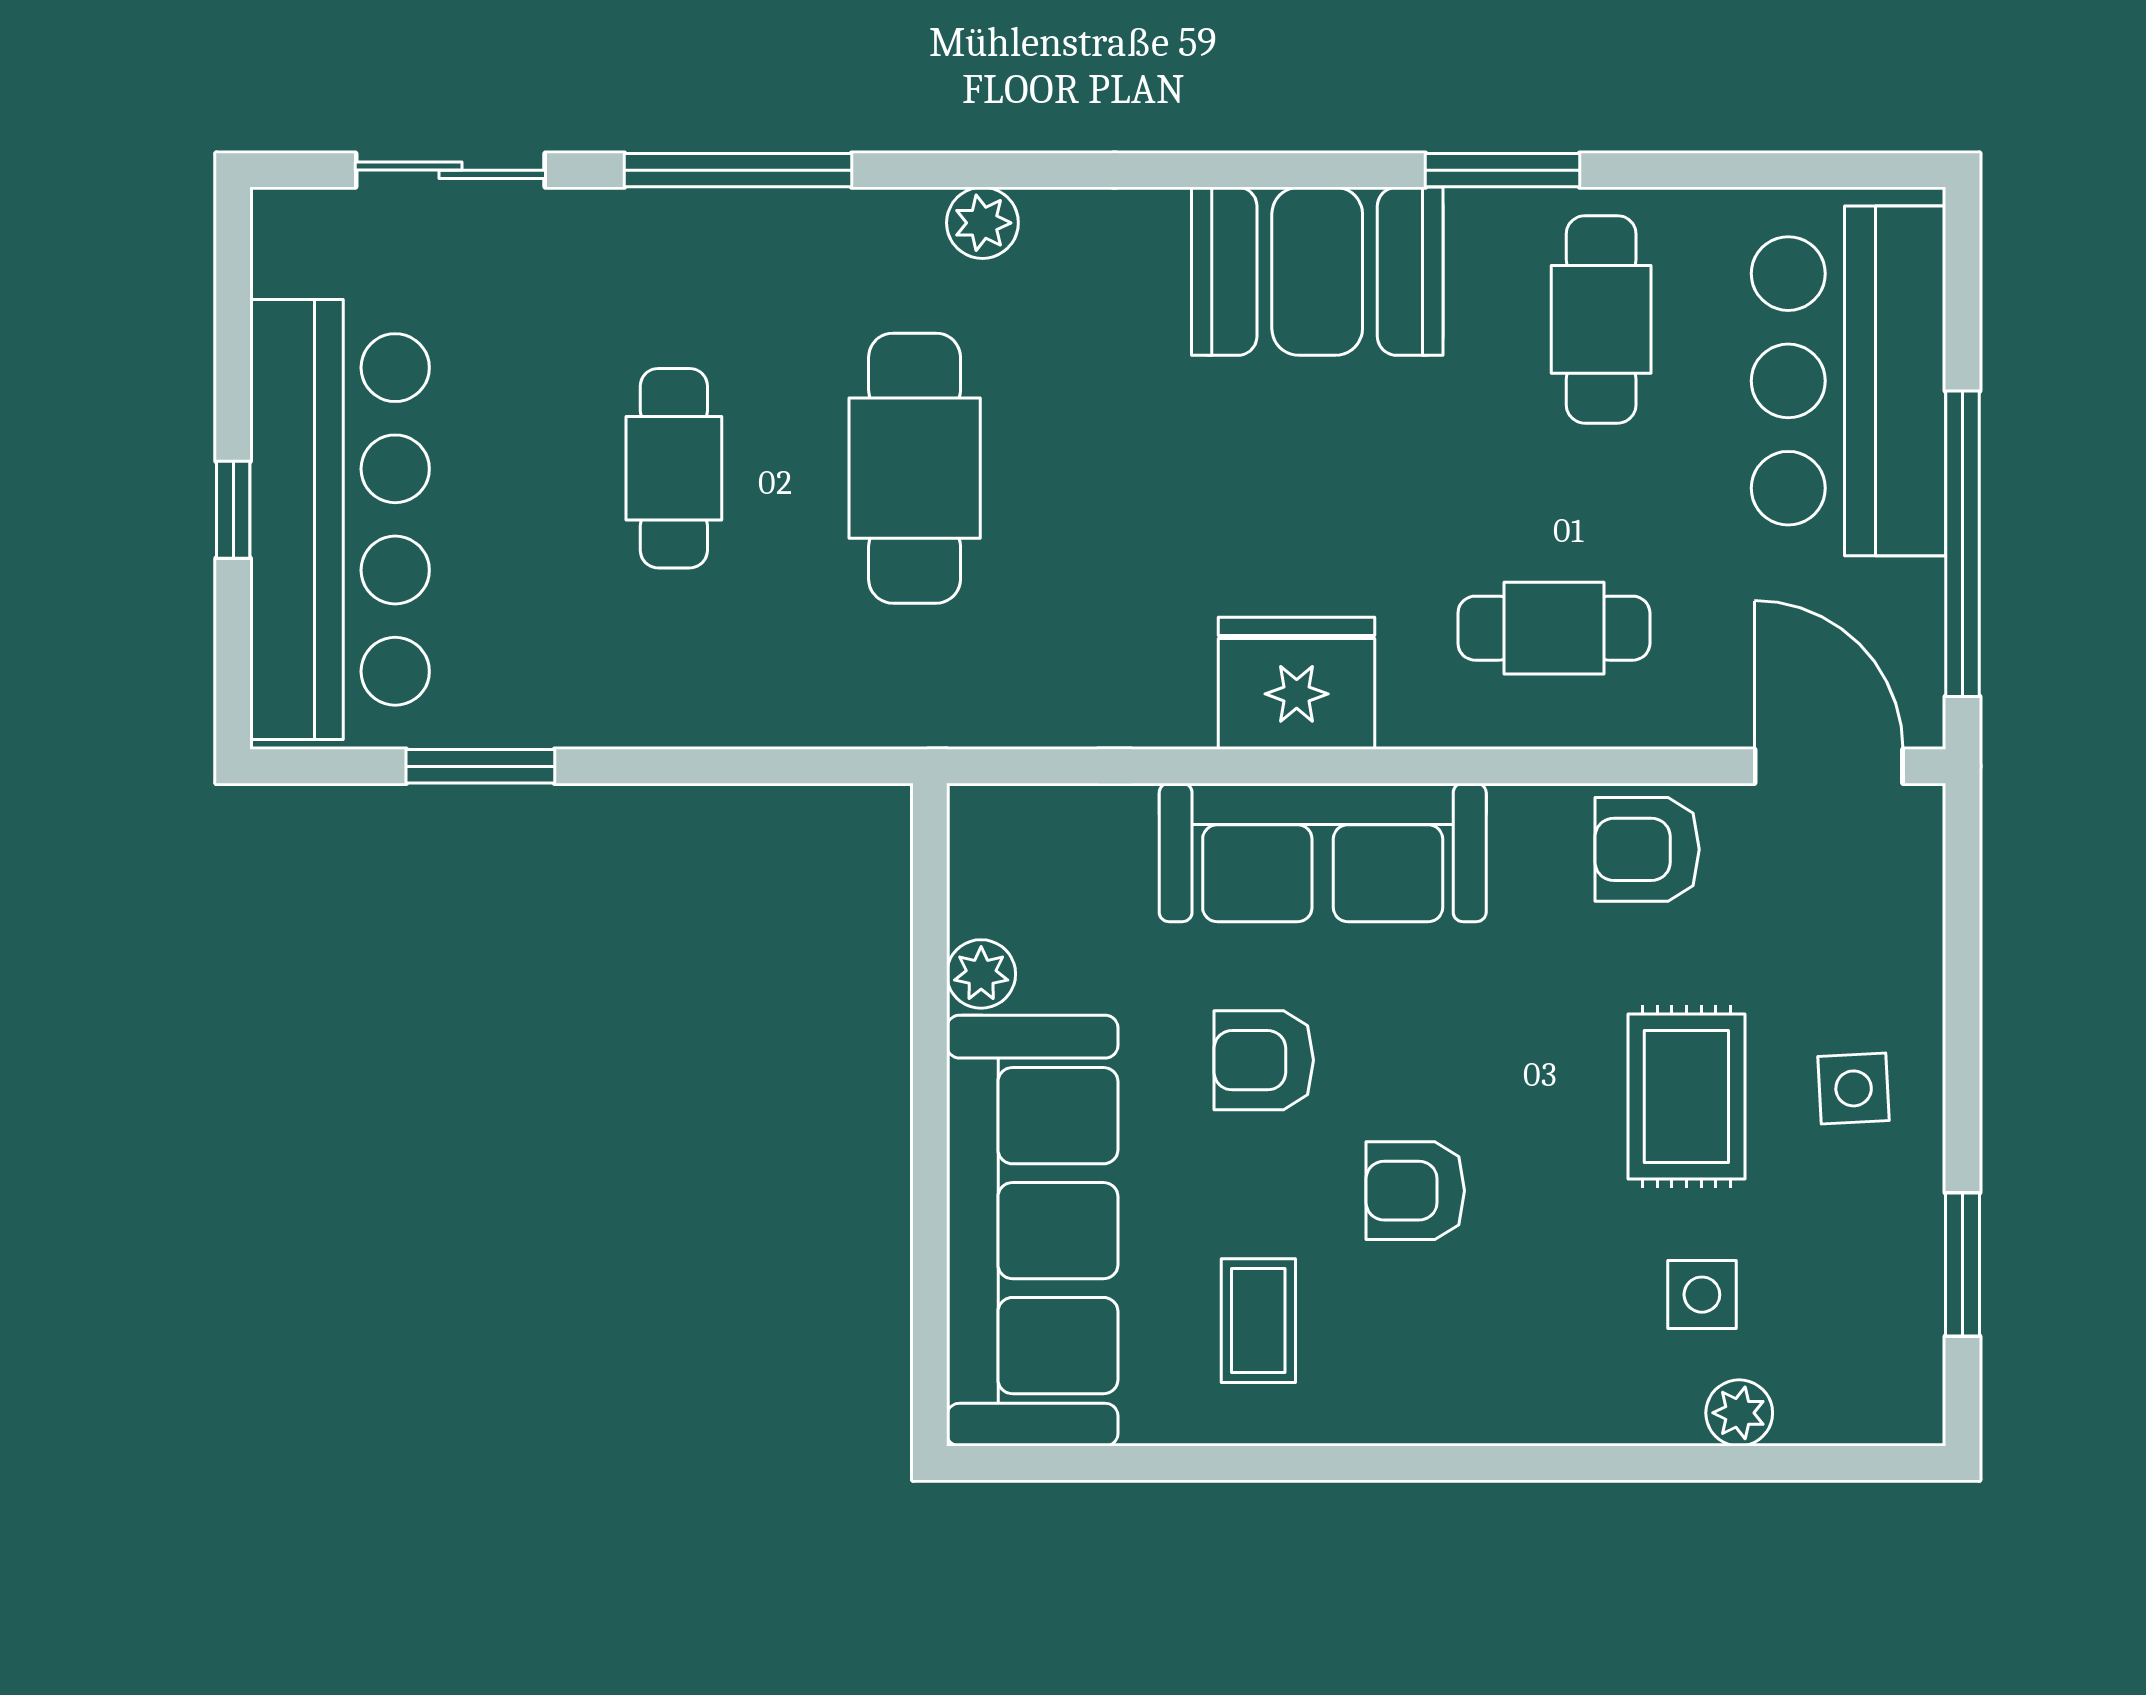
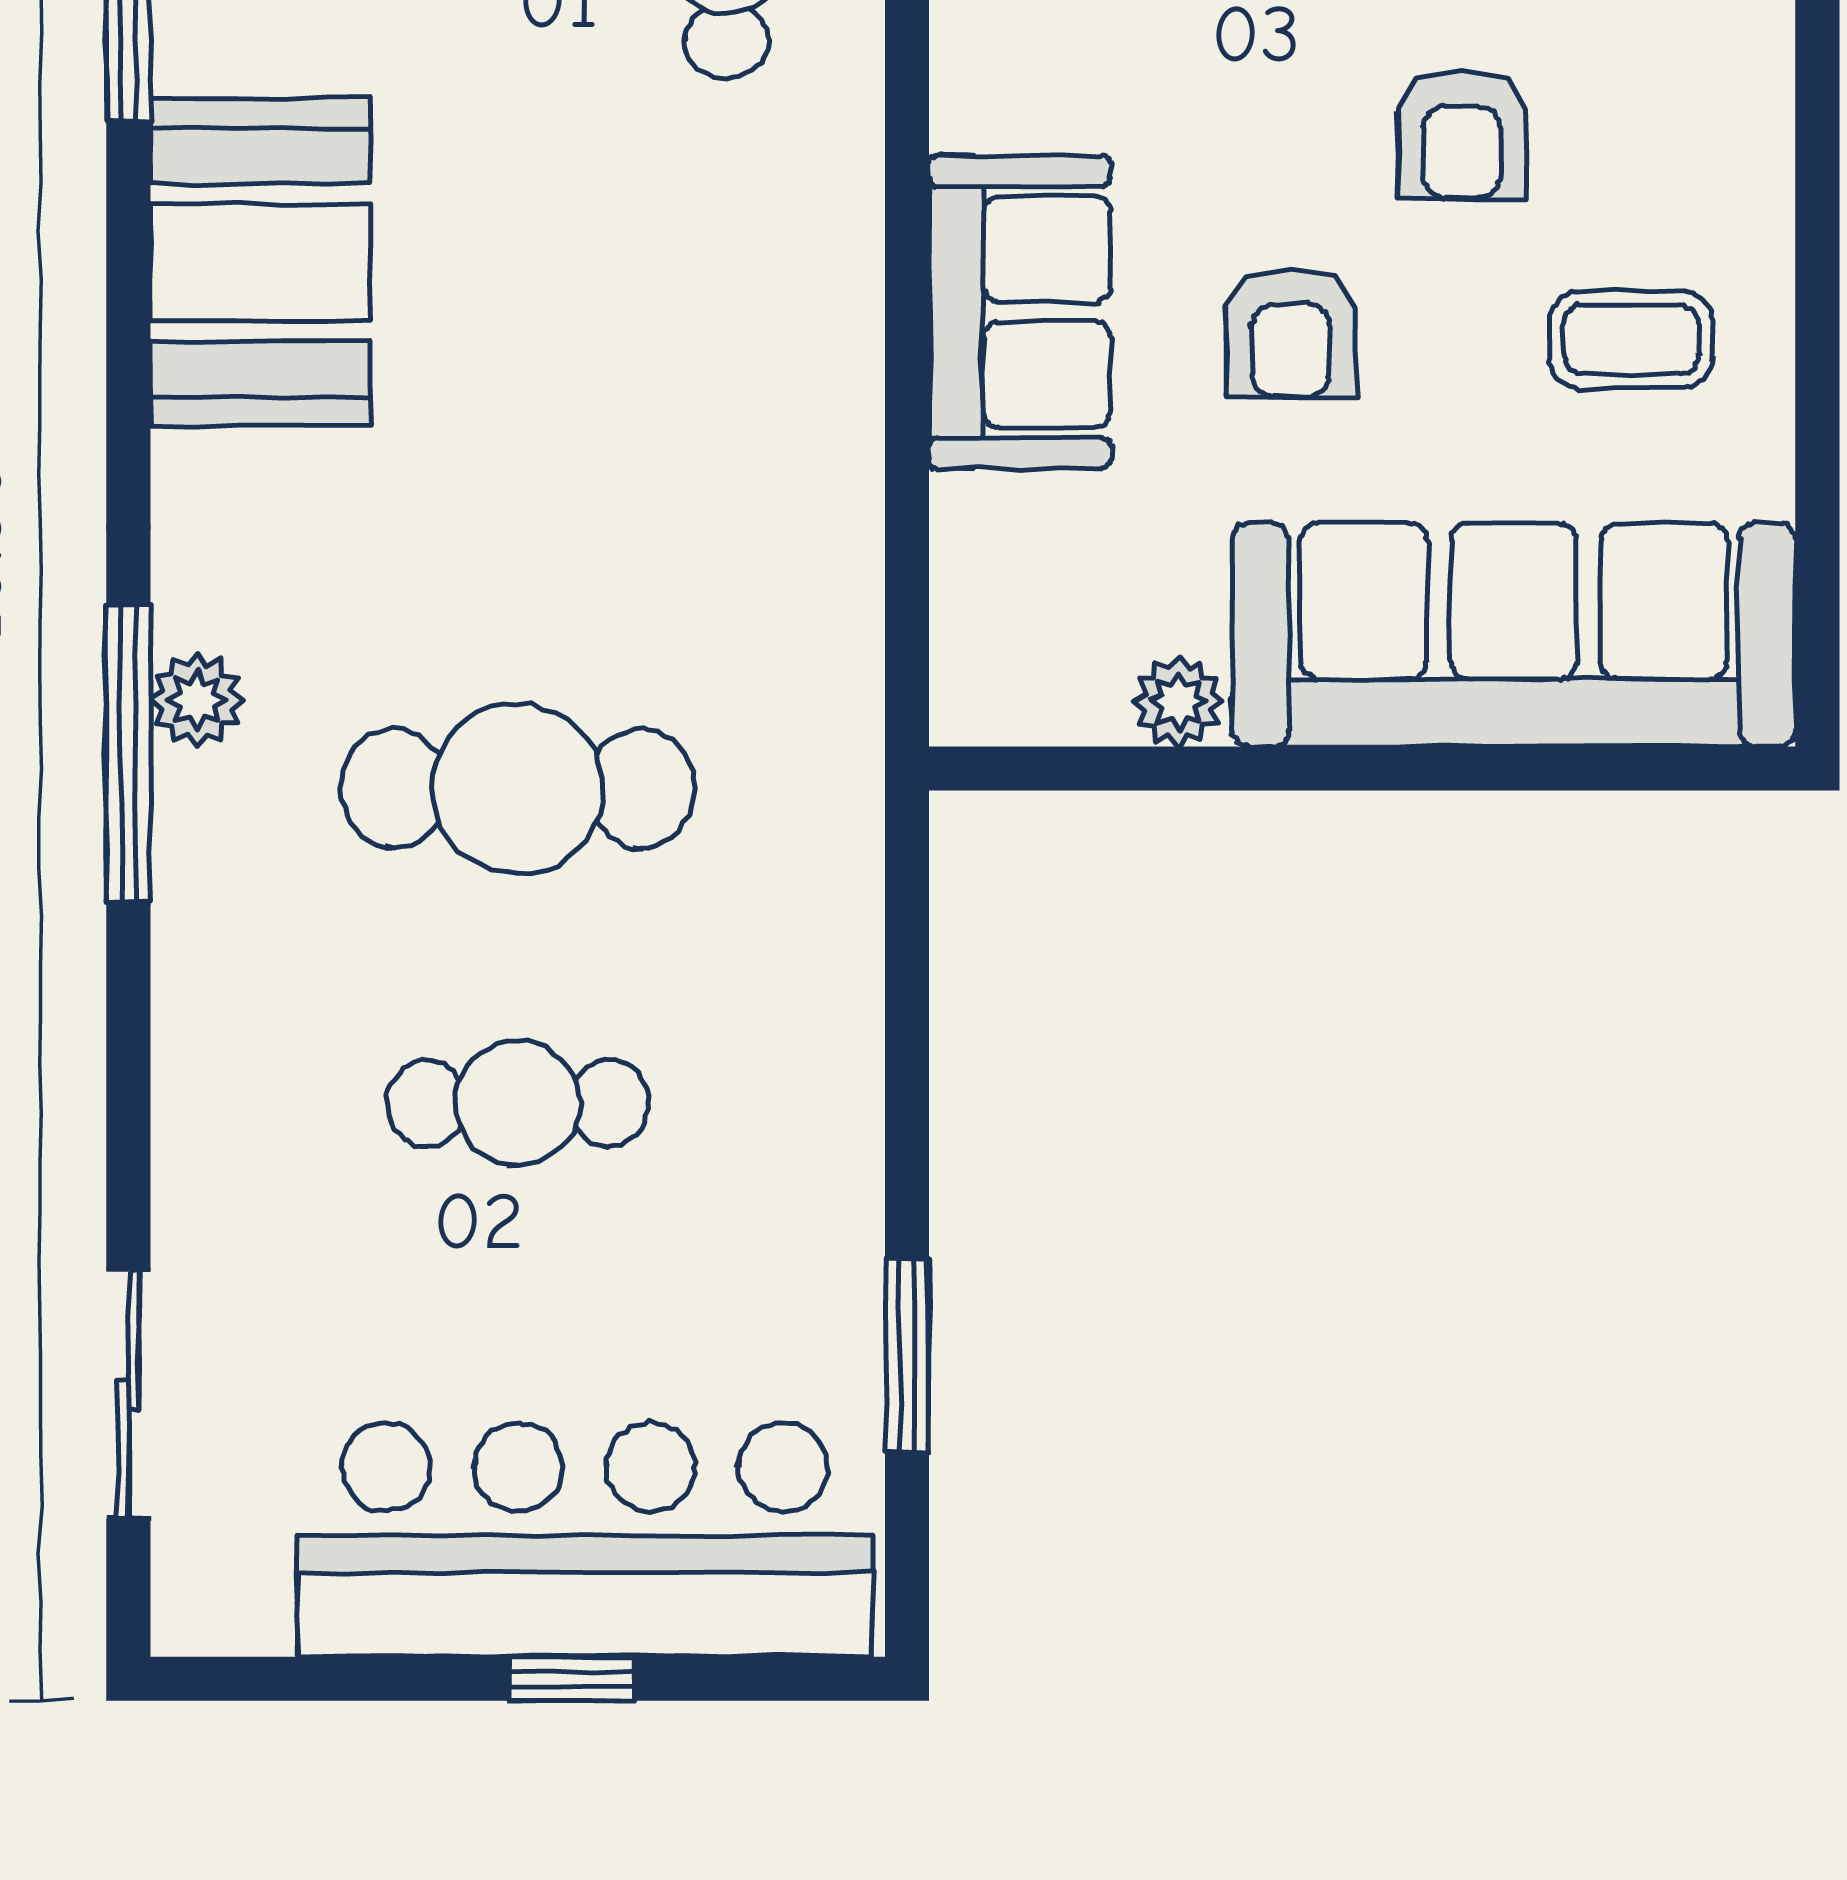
window: (738, 170) -> (128, 754), moved
fridge: (1297, 683) -> (799, 289), removed
sofa: (1323, 852) -> (1020, 312), width x0.73

